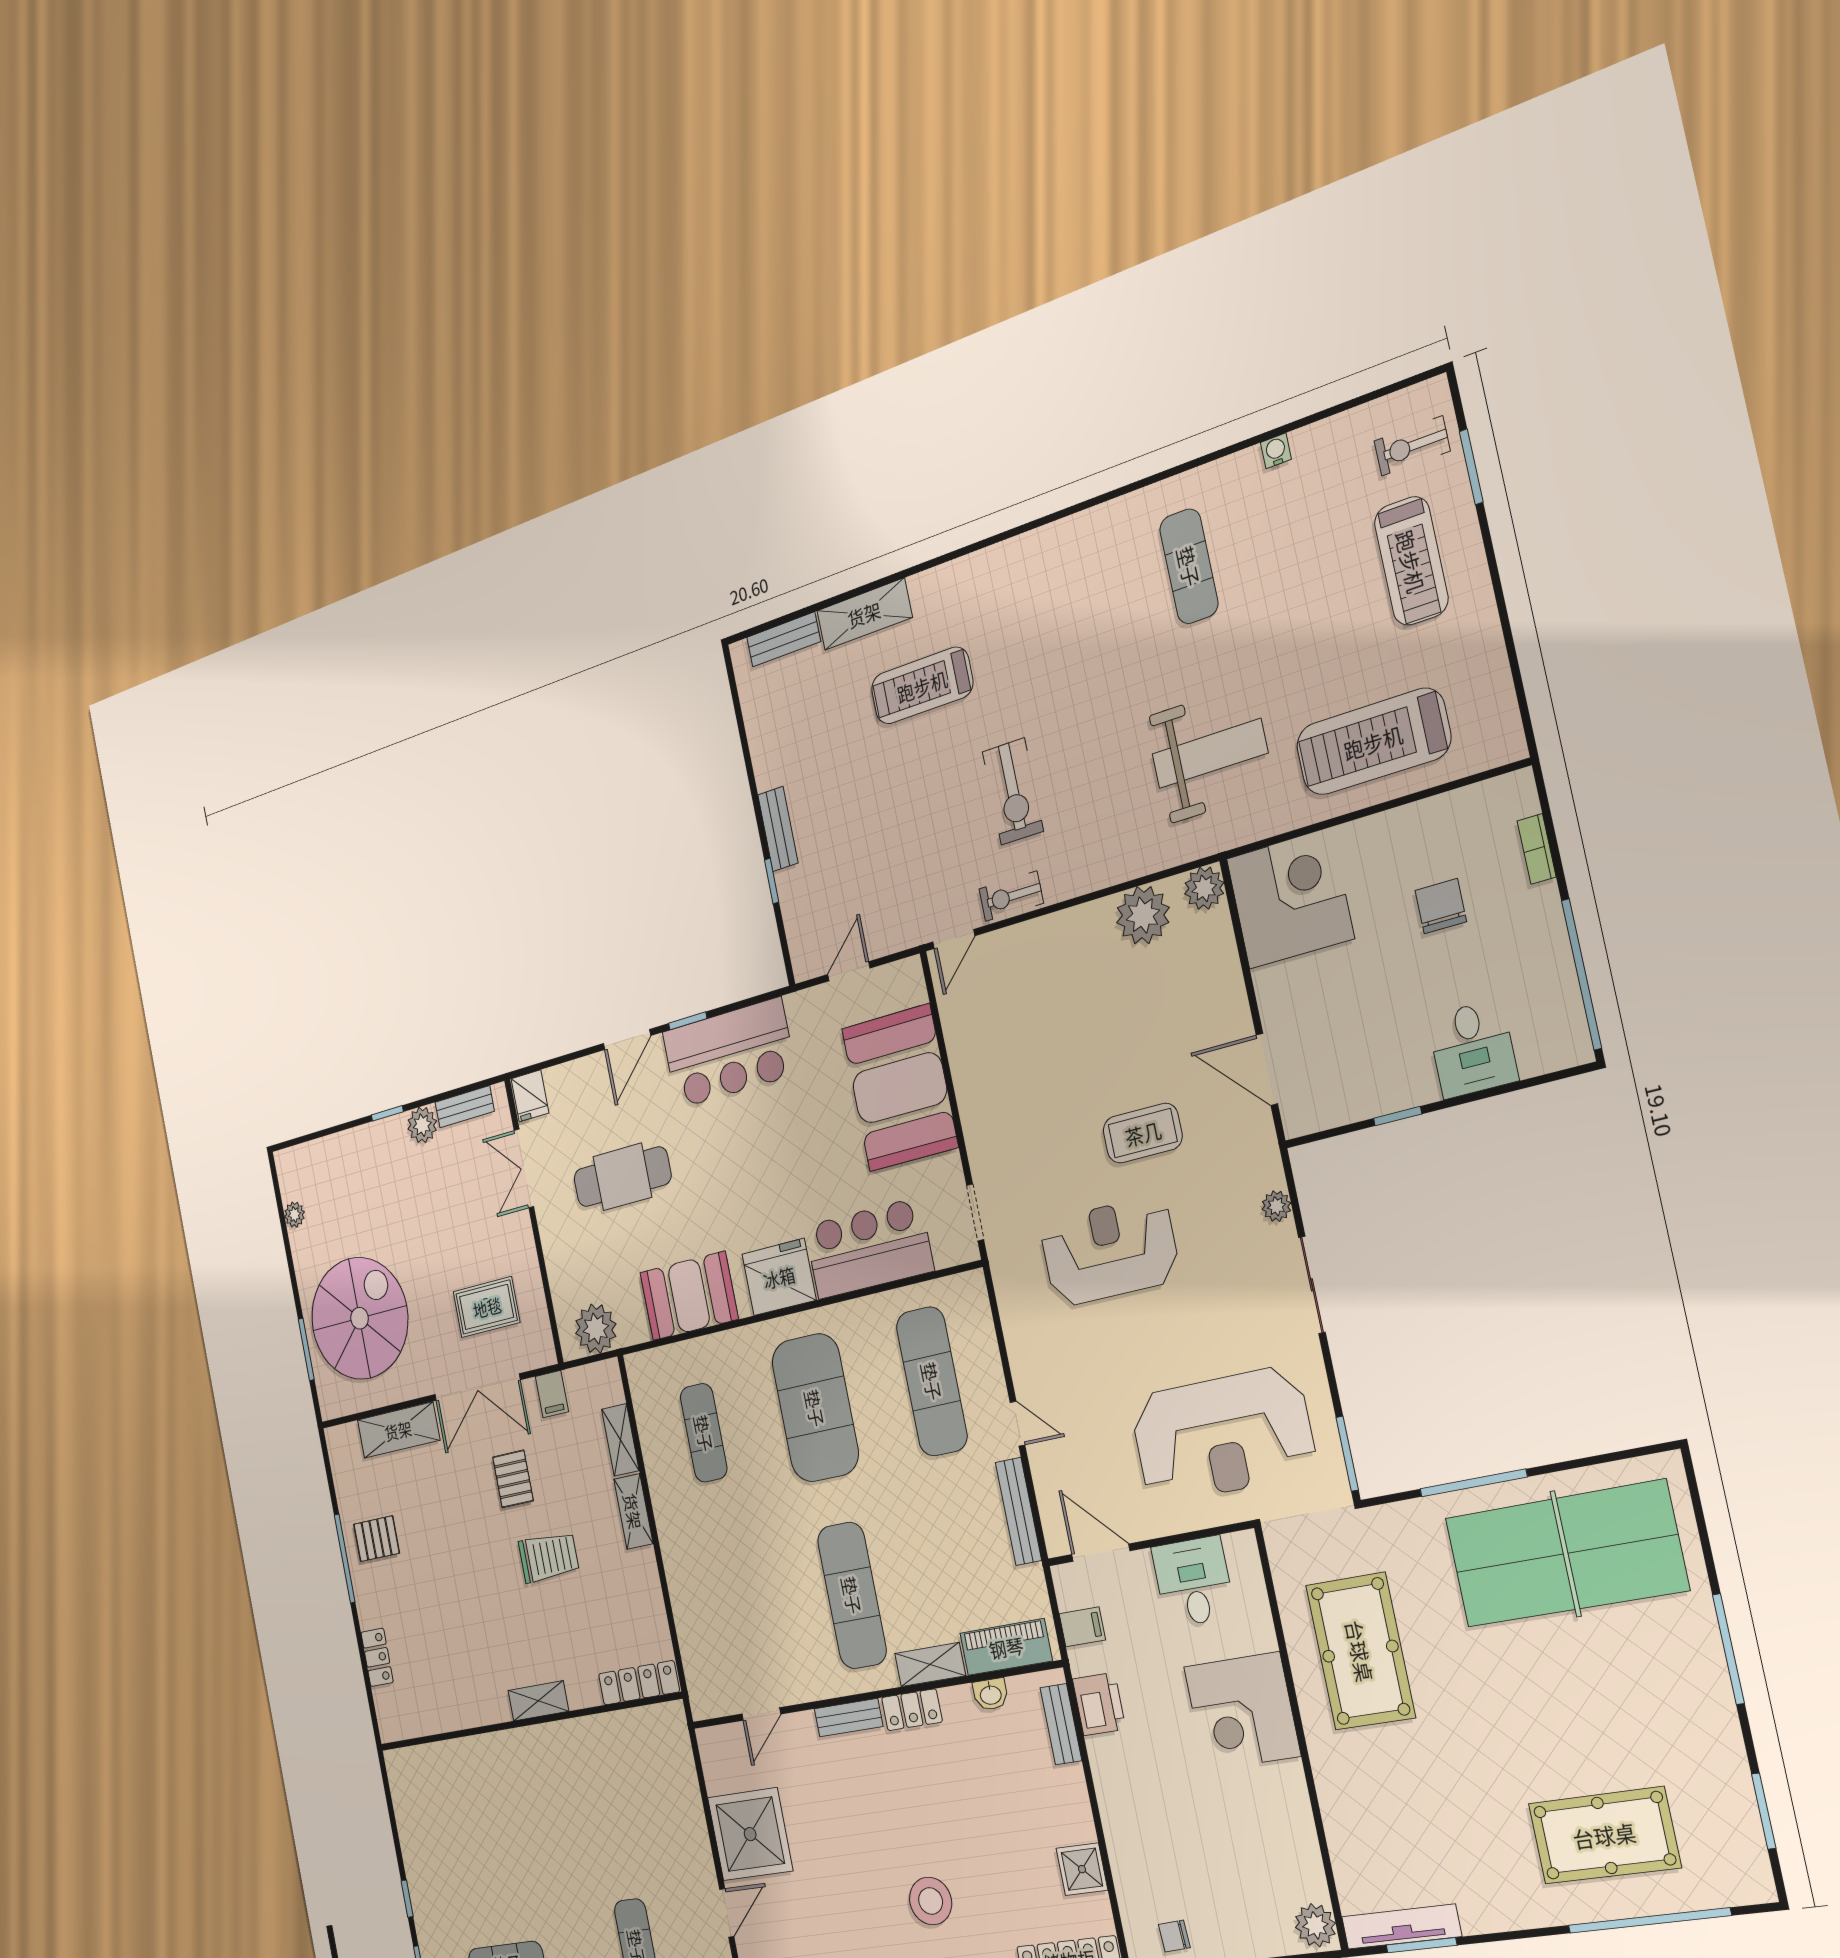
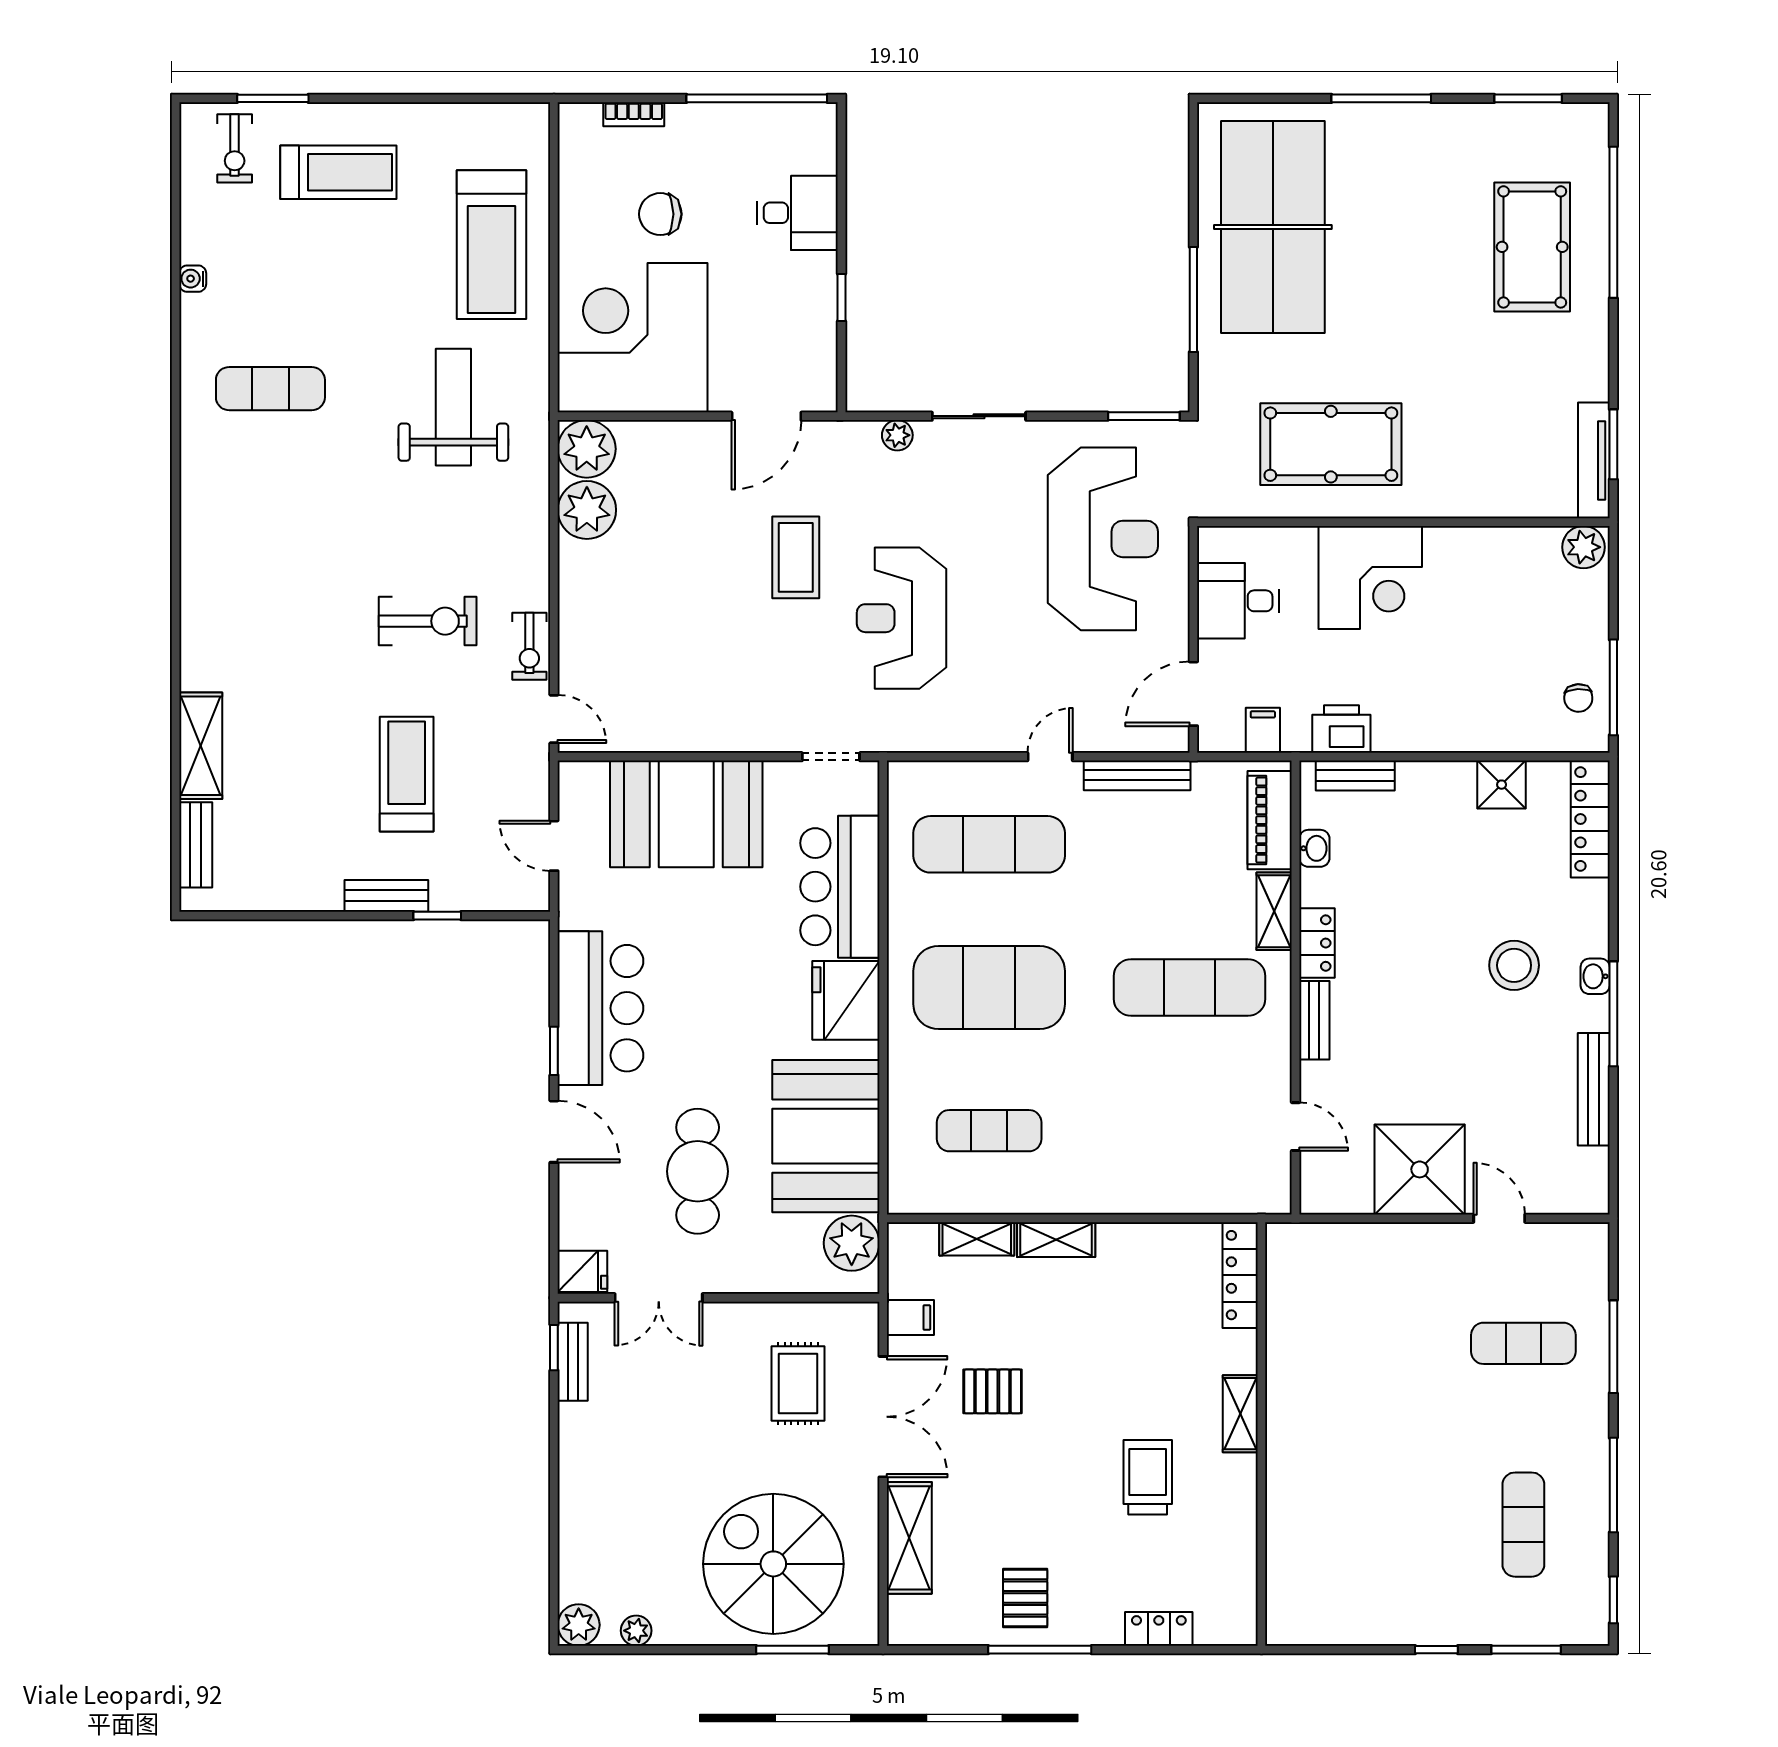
treadmill: (922, 686) -> (407, 774), moved, turned 180
plant: (1204, 888) -> (587, 449), width x1.36, depth x1.36
corner desk: (1290, 899) -> (633, 338), width x1.36, depth x1.36
window: (387, 1113) -> (554, 1348), moved
plant: (422, 1125) -> (579, 1625), moved
booth: (689, 1296) -> (826, 1136), width x1.36, depth x1.42
trolley: (549, 1557) -> (1148, 1477), moved

